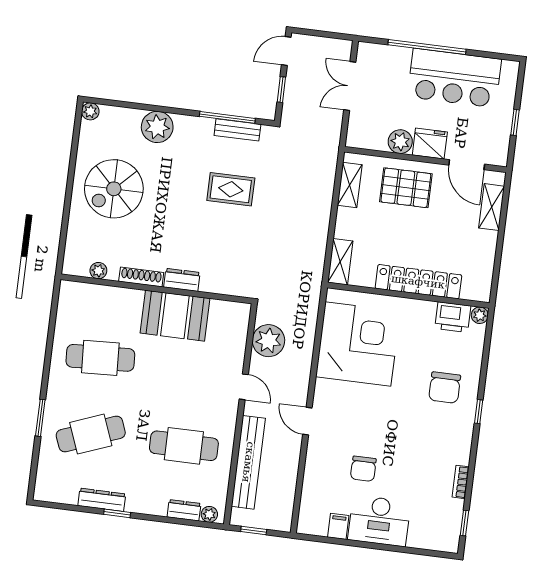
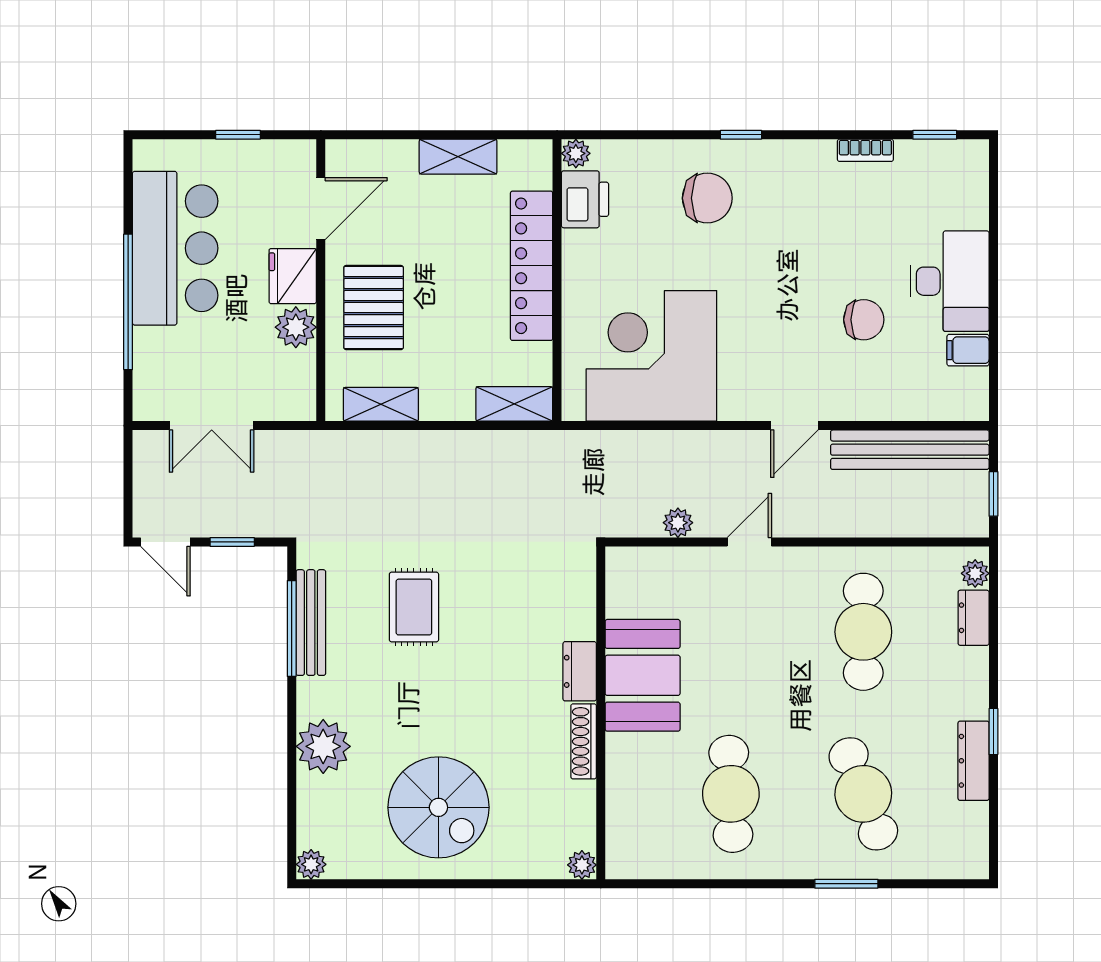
bench: (237, 130) -> (311, 623), width x1.36
shelving: (492, 207) -> (458, 157), moved
plant: (98, 271) -> (582, 865), moved
plant: (268, 341) -> (678, 523), width x0.53, depth x0.53
bench: (248, 462) -> (910, 450), moved

